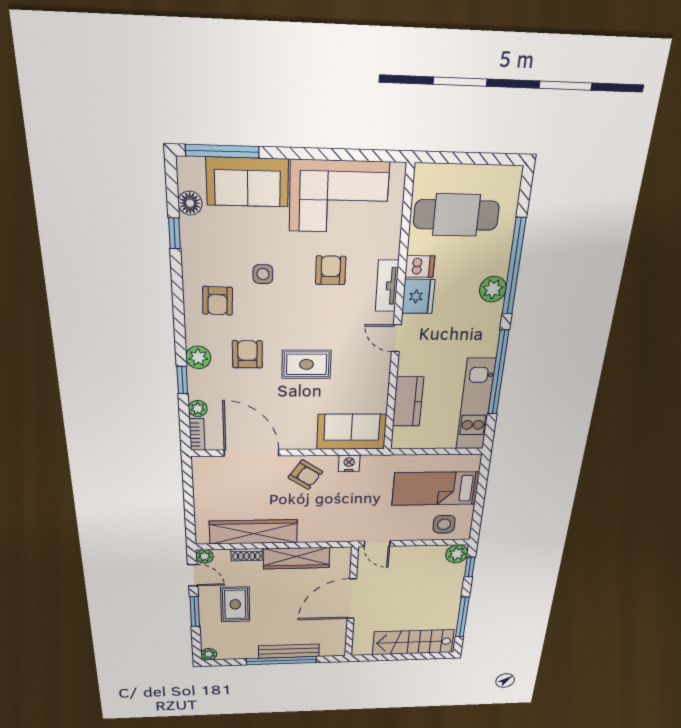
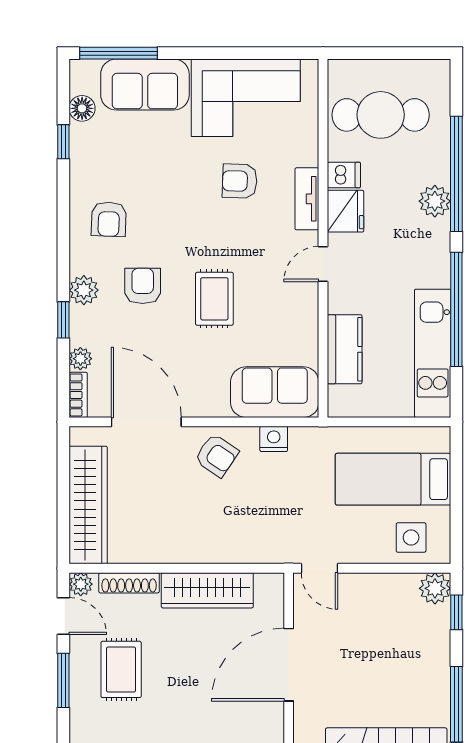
armchair: (331, 270) -> (240, 181), turned -88
side table: (263, 274) -> (162, 187), removed
door: (396, 338) -> (323, 264), hinge flipped
rug: (306, 364) -> (214, 299), turned 90
wardrobe: (253, 532) -> (88, 505), moved, turned 90
shoe rack: (246, 555) -> (129, 583), width x1.43

